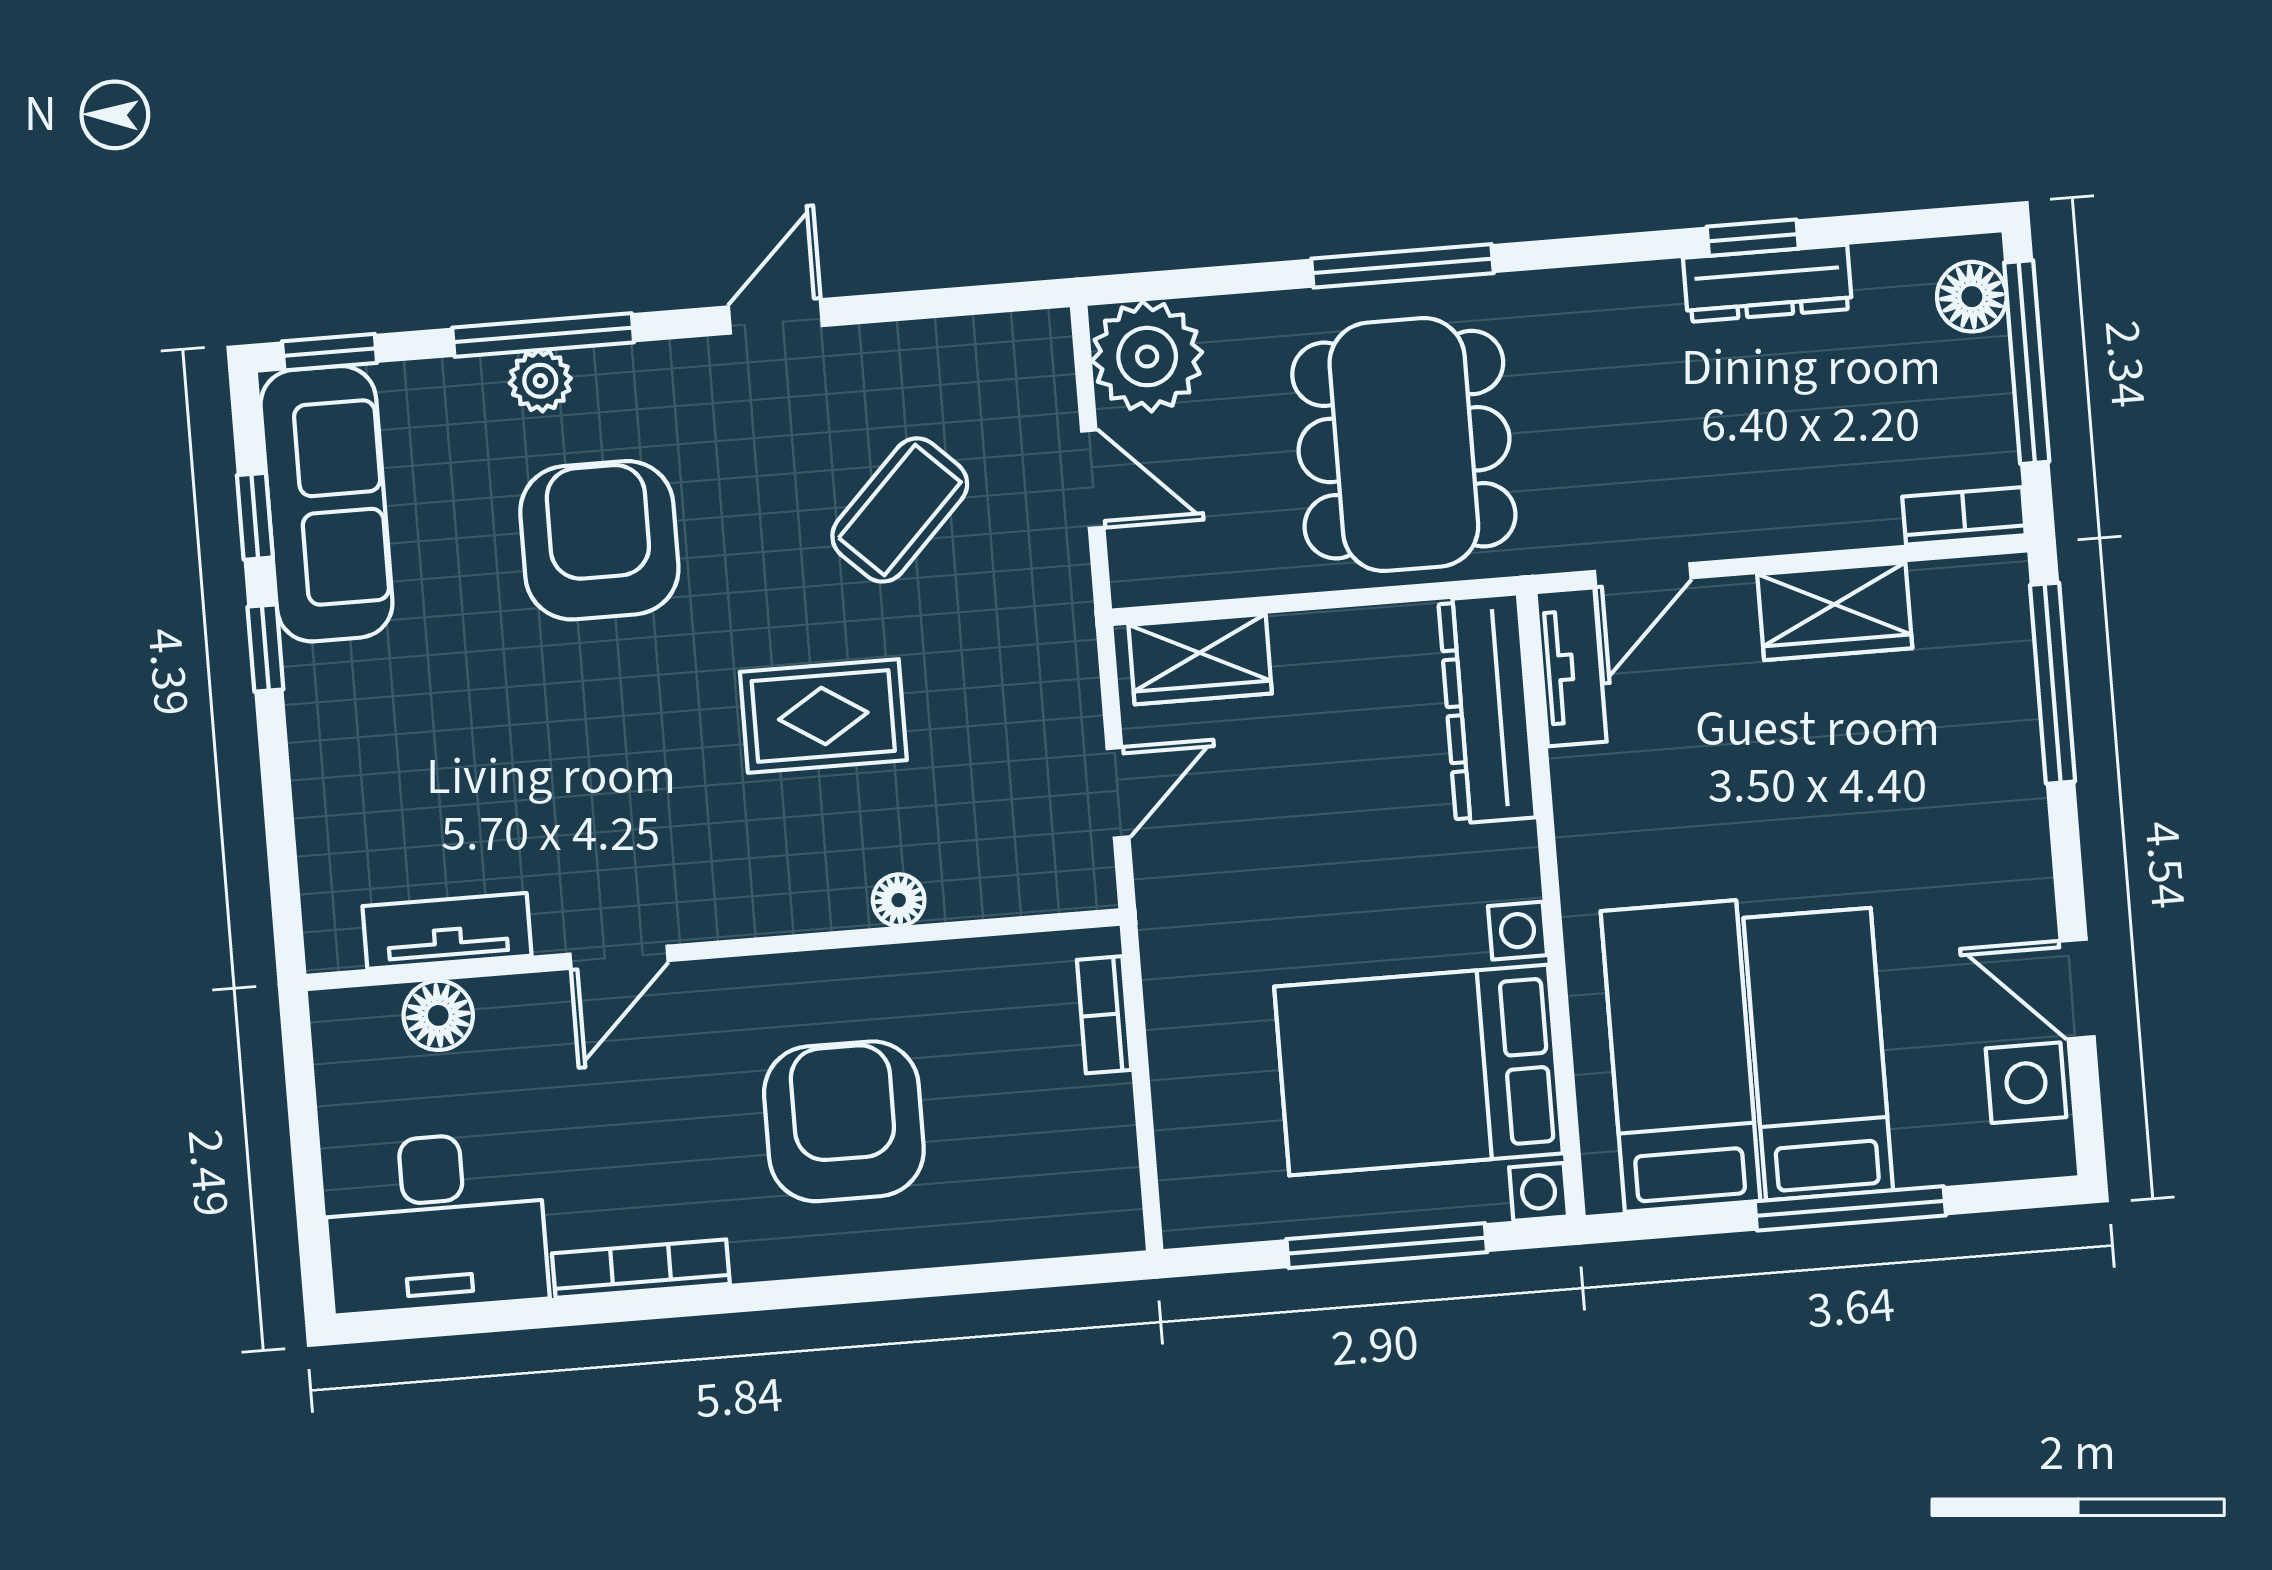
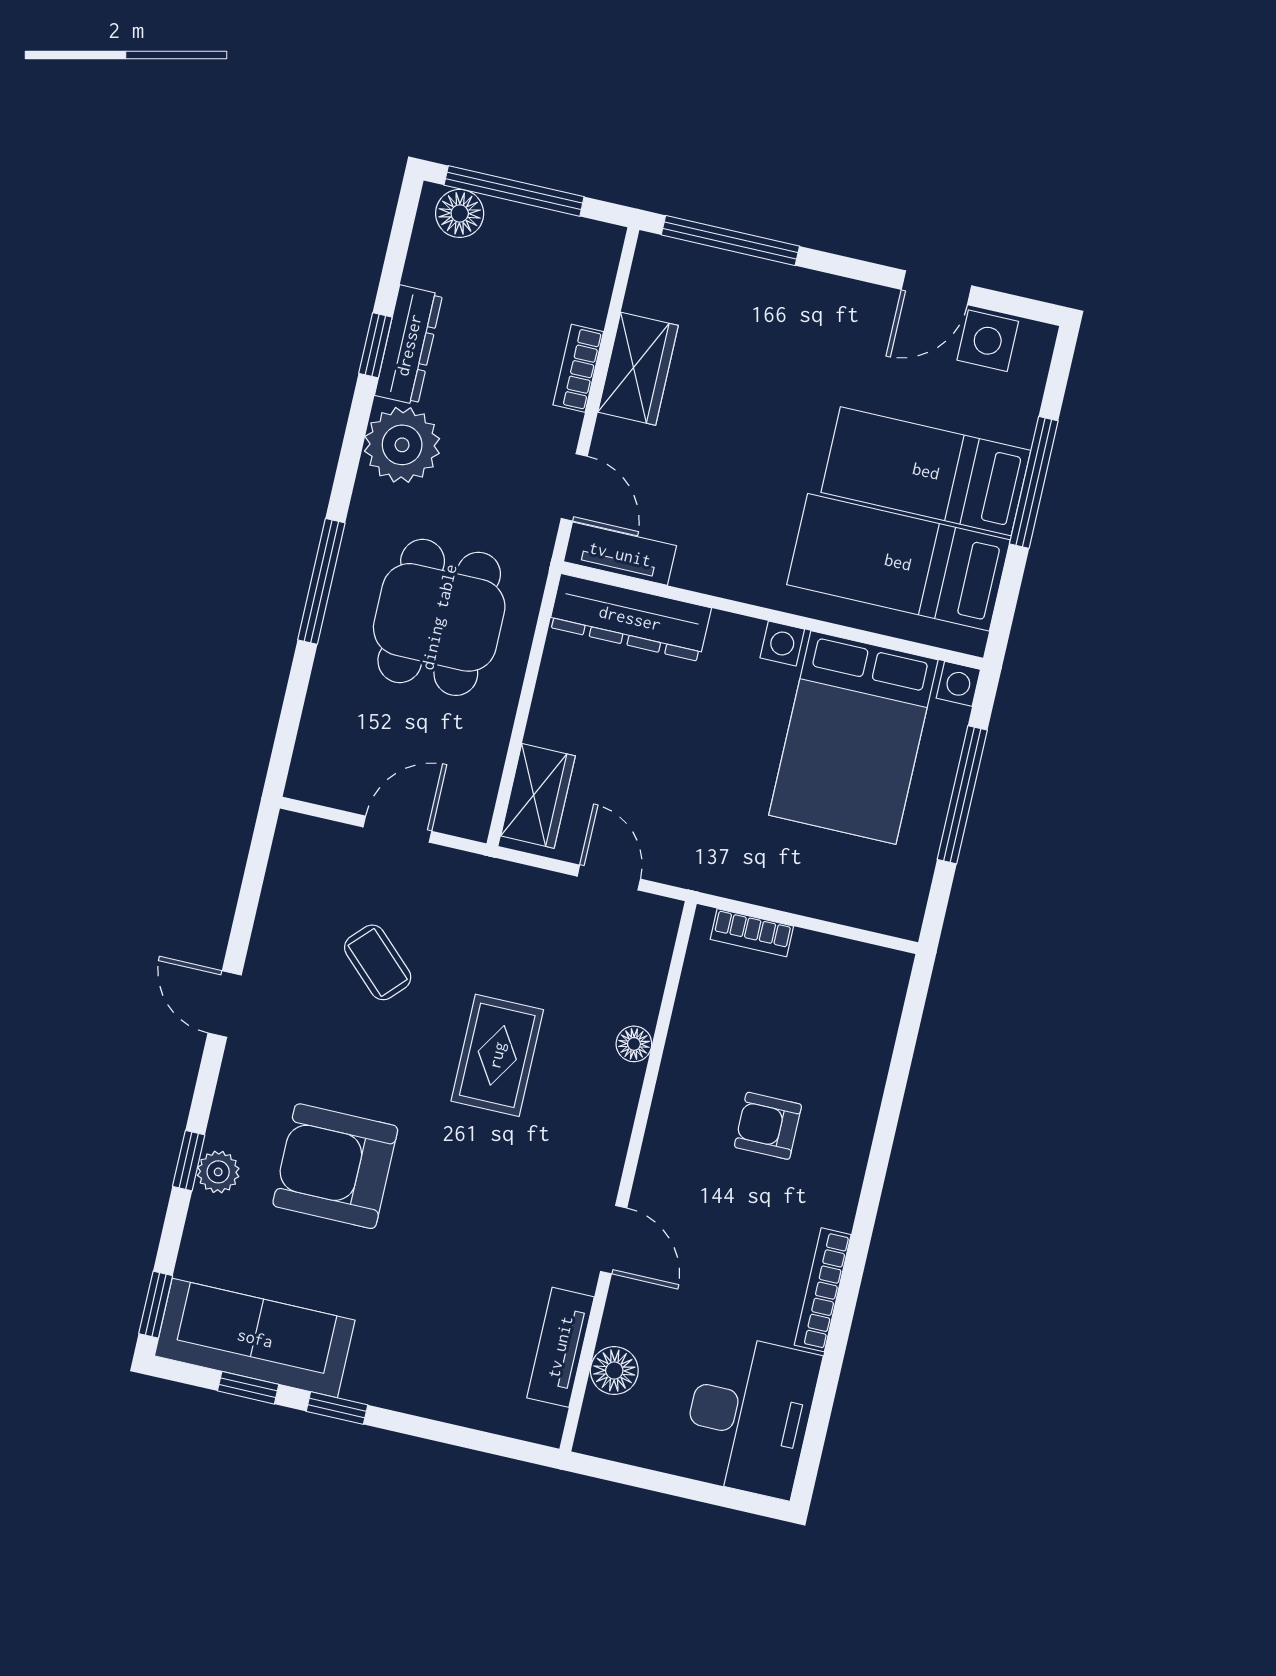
window: (543, 335) -> (189, 1161), width x0.46
plant: (1147, 357) -> (402, 445), moved
dining table: (1404, 445) -> (439, 617), width x0.73
coffee table: (900, 510) -> (378, 962), width x0.73, depth x0.77
bookcase: (1964, 516) -> (578, 368), moved
armchair: (844, 1121) -> (768, 1126), width x0.53, depth x0.53

